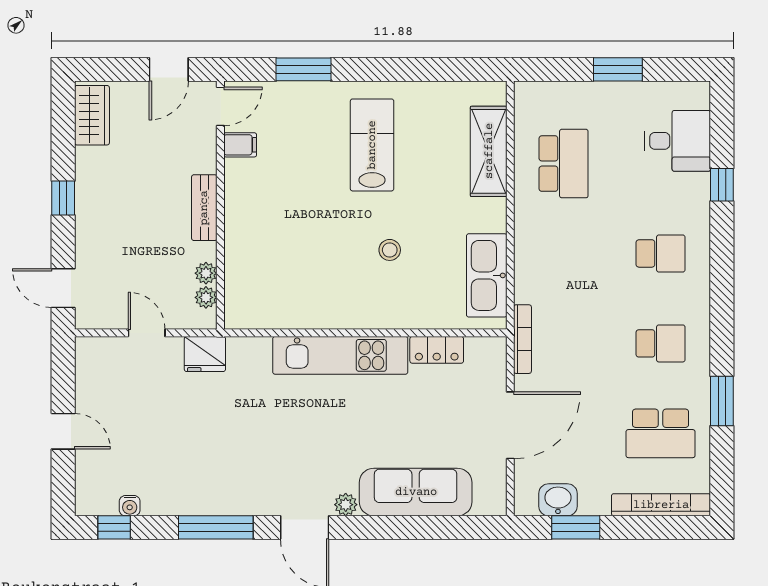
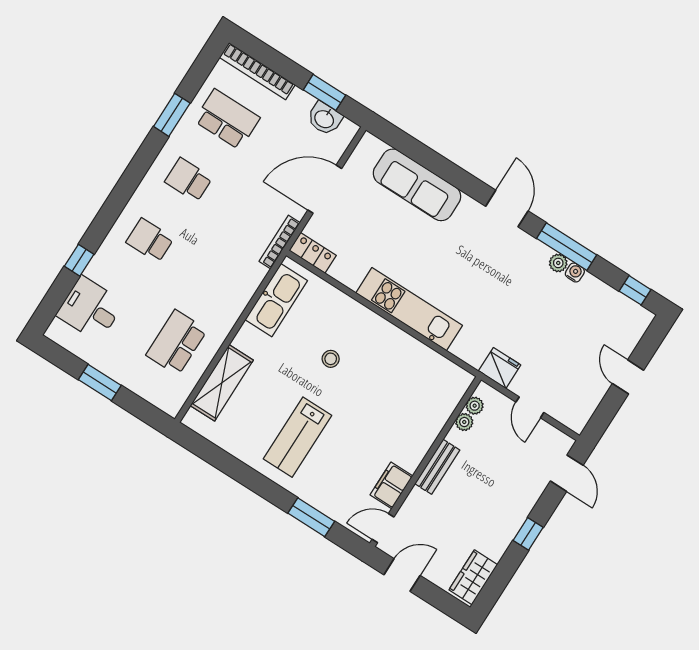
filing cabinet: (240, 145) -> (391, 485), width x2.00
locker: (437, 350) -> (313, 253), moved
plant: (346, 505) -> (558, 263), moved
water cooler: (130, 506) -> (575, 272), moved

